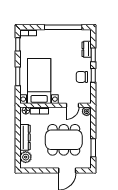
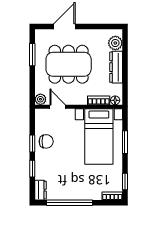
dresser: (87, 49) -> (41, 190), moved
door: (73, 105) -> (58, 107), hinge flipped

